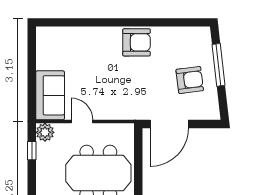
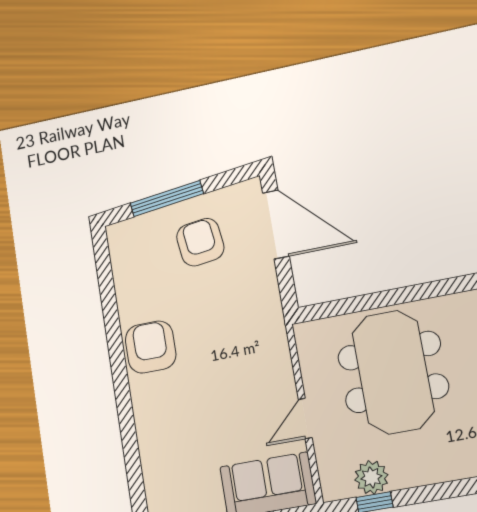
door: (169, 124) -> (276, 224), moved
plant: (45, 132) -> (371, 477), moved

